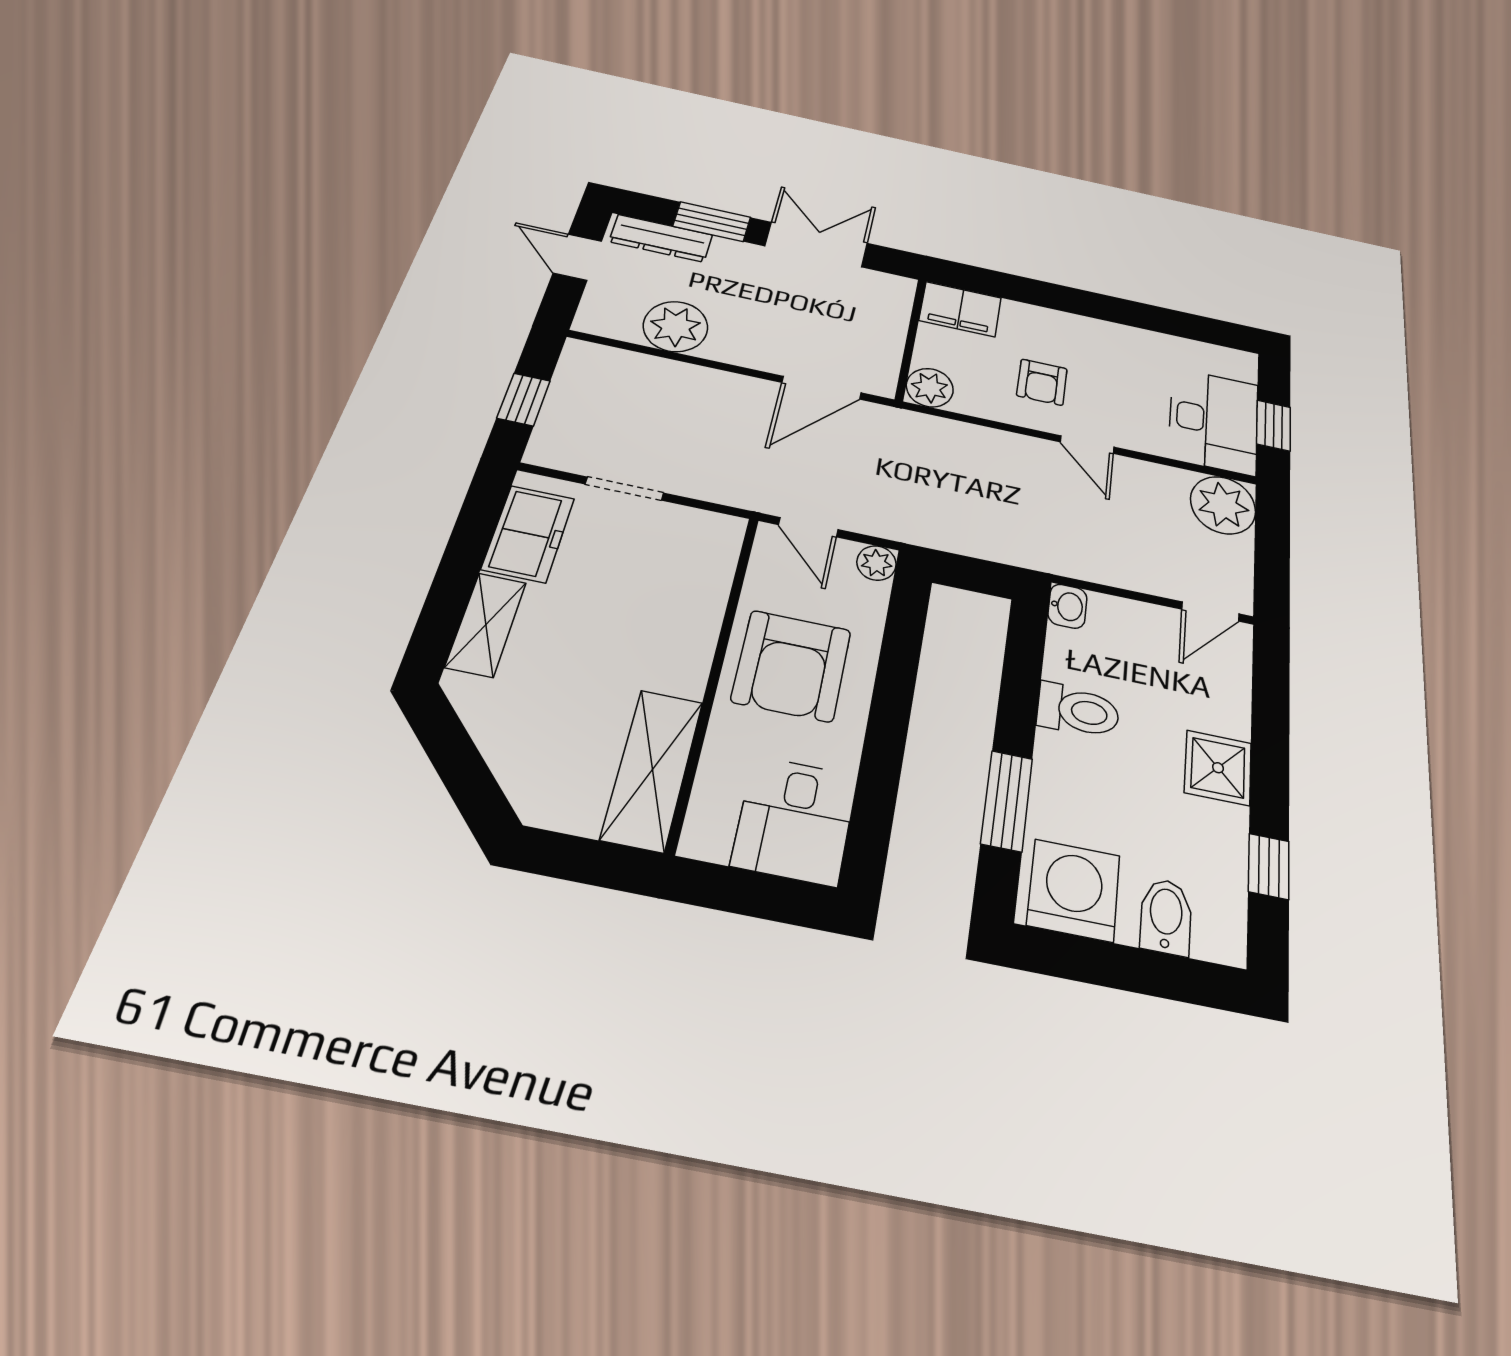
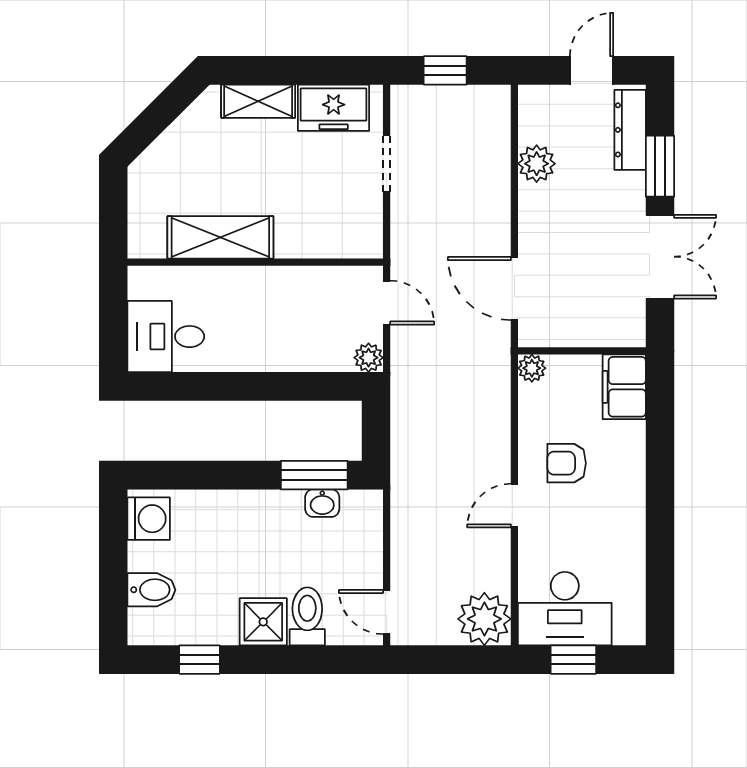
plant: (675, 326) -> (537, 164), width x0.73, depth x0.73
plant: (930, 388) -> (532, 368), width x0.73, depth x0.73
door: (808, 527) -> (387, 303), swing flipped
washbasin: (1067, 606) -> (322, 503), moved
armchair: (791, 666) -> (274, 313), removed
toilet: (1078, 711) -> (307, 616), moved, turned 180
shelving: (652, 770) -> (220, 237), moved
window: (1007, 801) -> (314, 475), moved
washing machine: (1074, 890) -> (149, 519), width x0.73, depth x0.73

